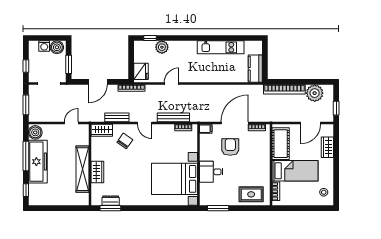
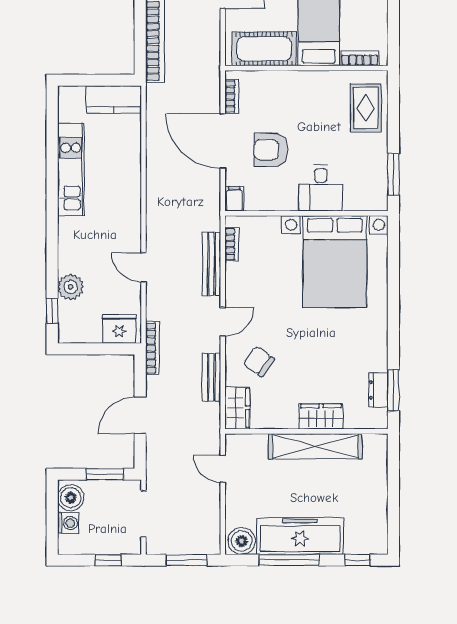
door: (98, 82) -> (140, 415), swing flipped

